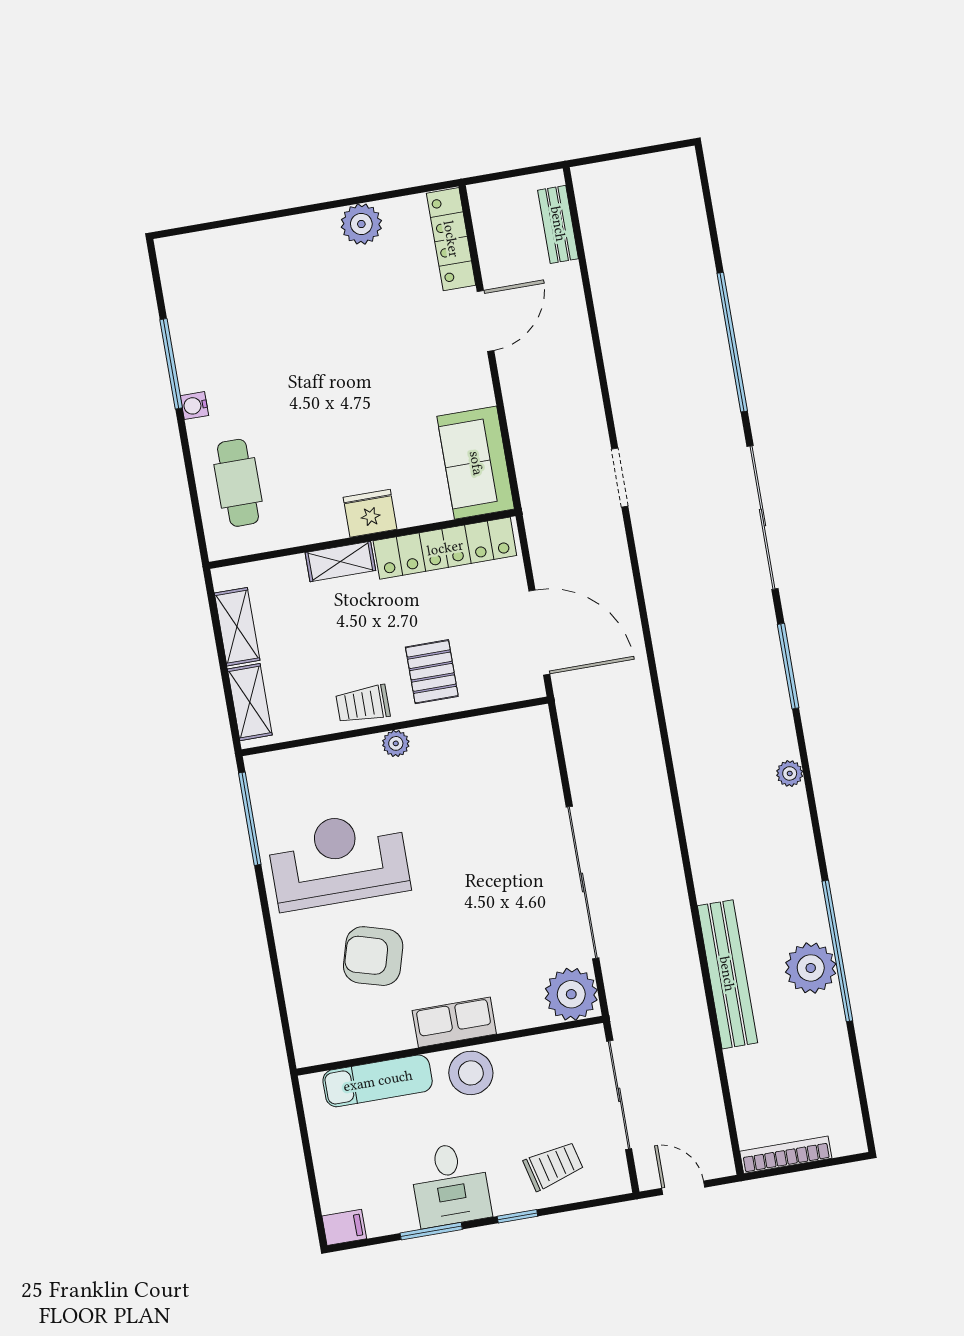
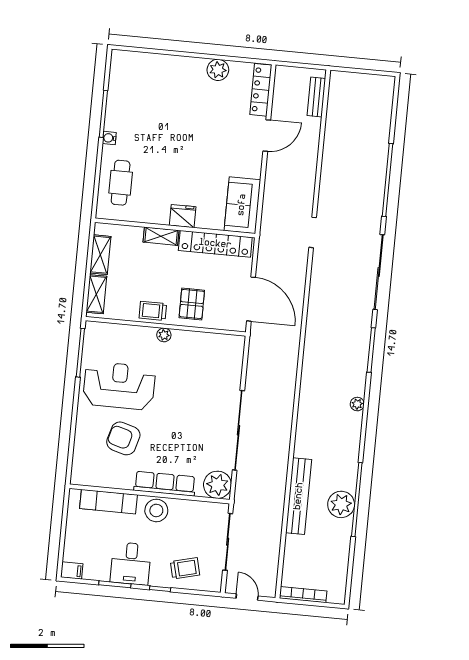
row of seats: (454, 1022) -> (165, 484), width x1.48

